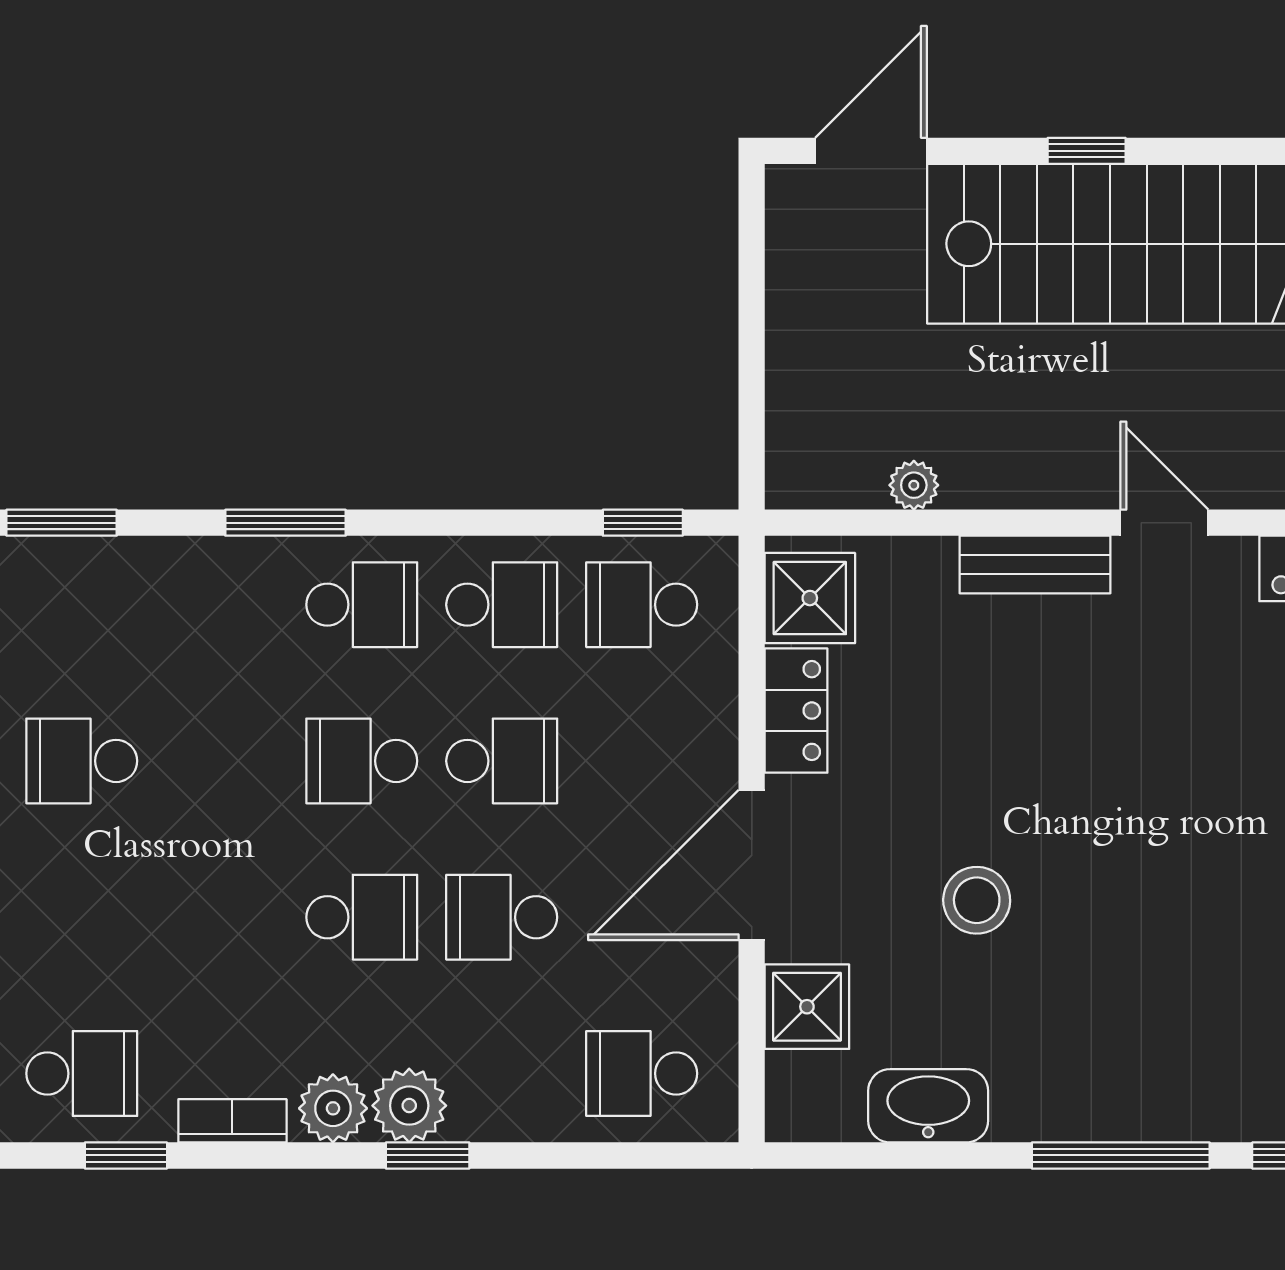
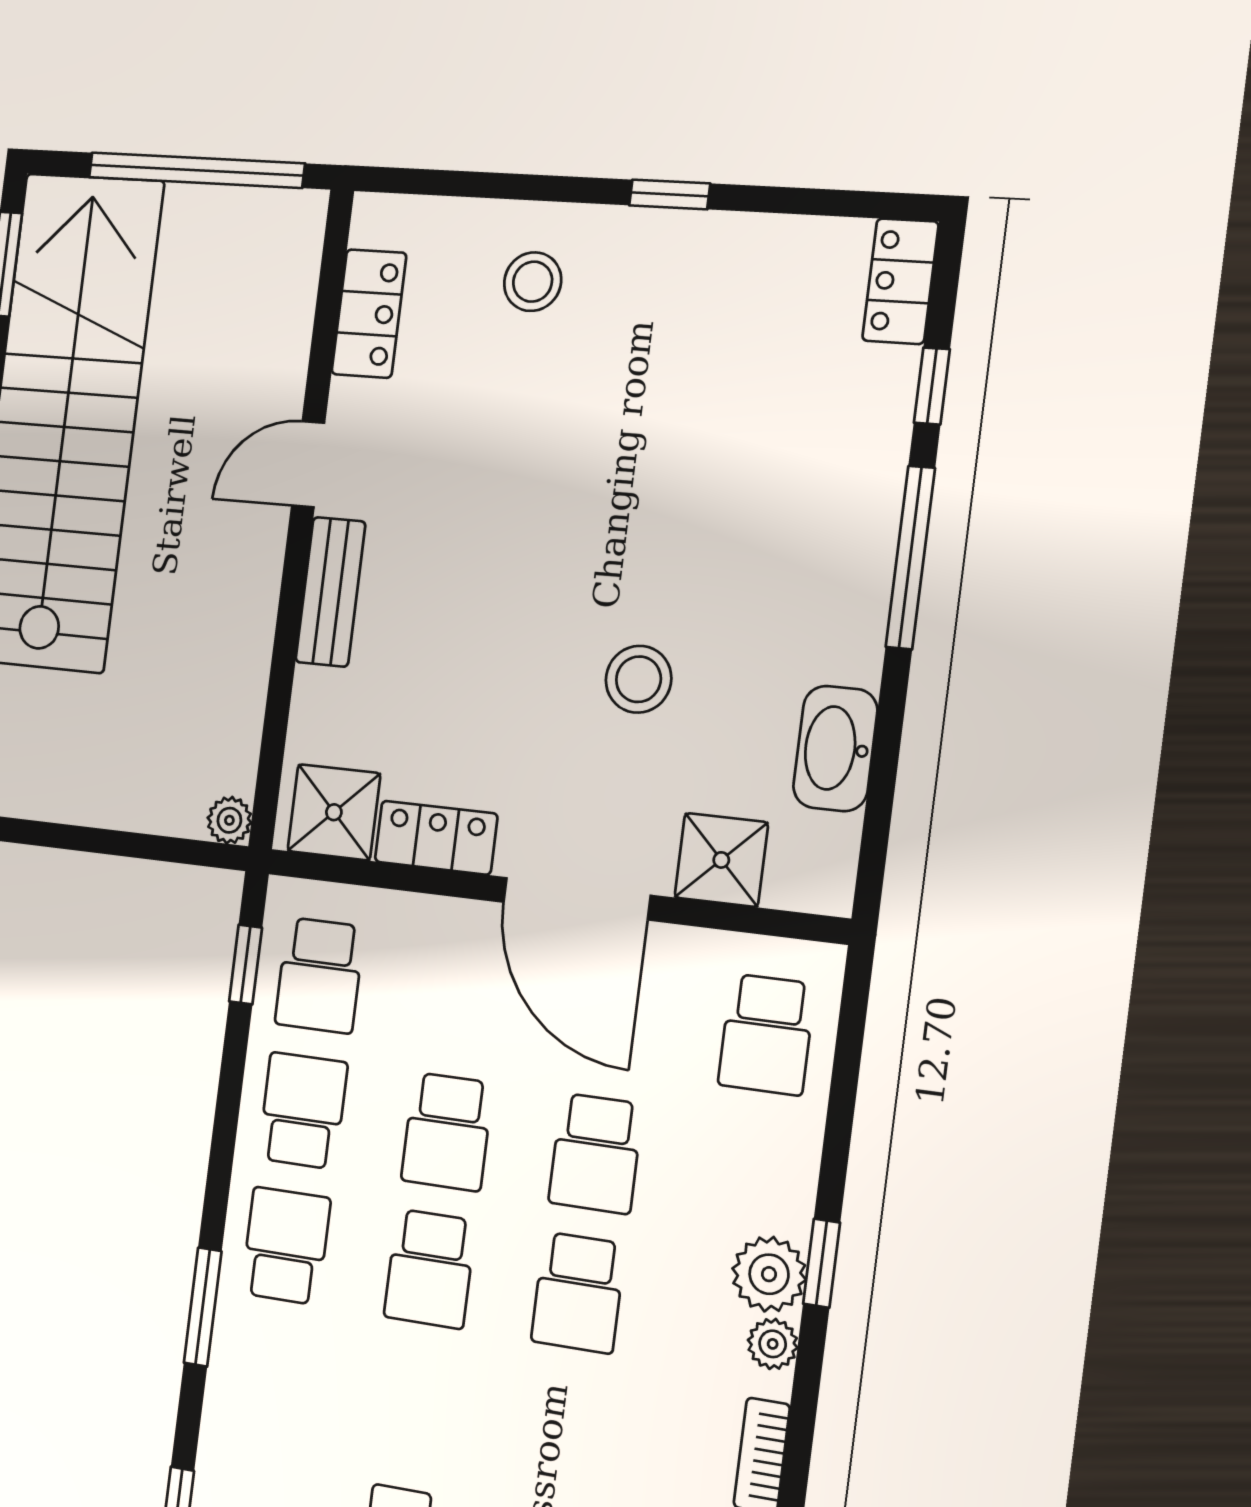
plant: (914, 485) -> (229, 820), moved
school desk: (502, 761) -> (447, 1132), turned 180
school desk: (362, 917) -> (578, 1293), turned 180
plant: (333, 1108) -> (773, 1344), width x0.73, depth x0.73

